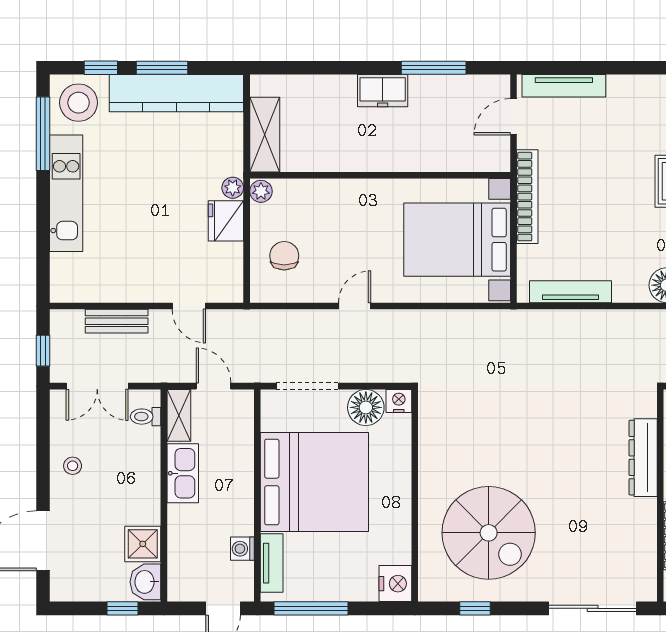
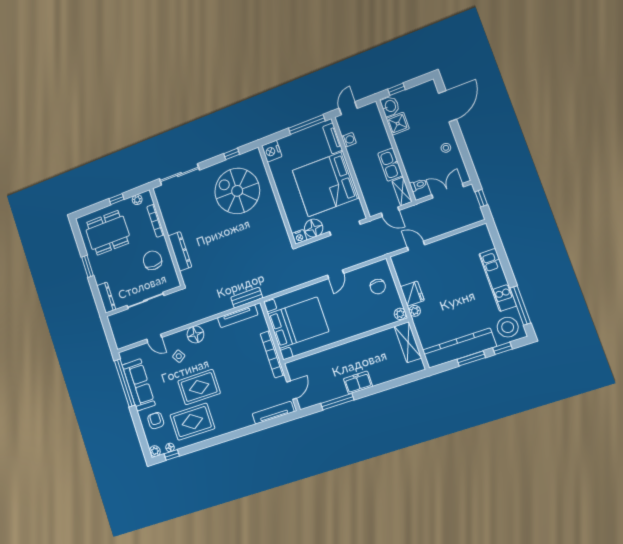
bench: (117, 321) -> (247, 298), moved

